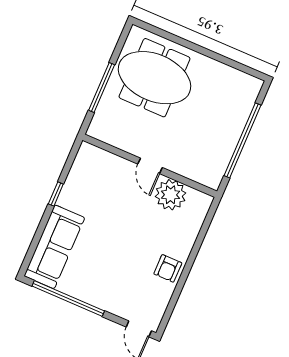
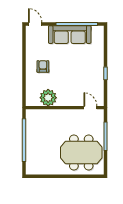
door: (150, 166) -> (90, 108), moved
sofa: (54, 247) -> (70, 35), moved, turned -90
armchair: (168, 268) -> (43, 66), moved

